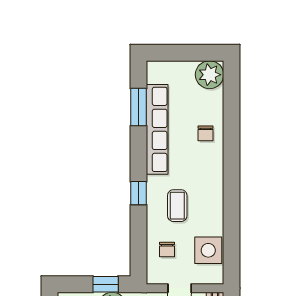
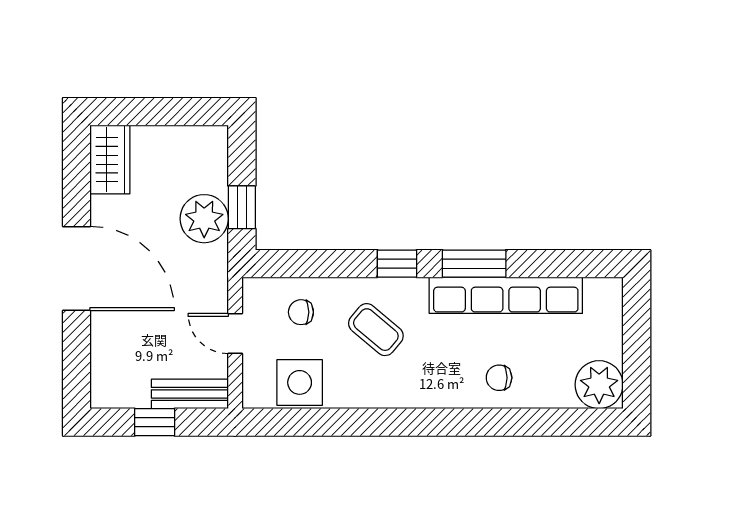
window: (139, 107) -> (474, 264), moved
coffee table: (177, 206) -> (376, 330), turned 40

